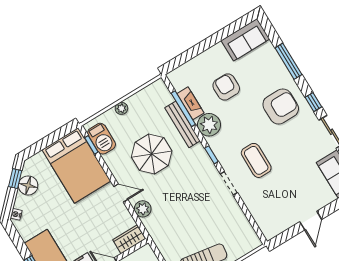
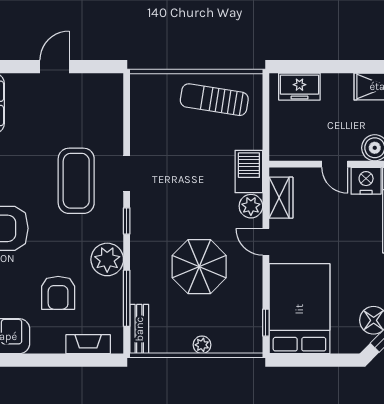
fireplace: (190, 103) -> (88, 344), moved, turned 90
bench: (182, 124) -> (139, 329), moved, width x0.73
barbecue: (102, 139) -> (249, 172), moved
coffee table: (256, 160) -> (76, 181), width x1.36, depth x1.32
wardrobe: (129, 239) -> (281, 198), moved, turned -90

